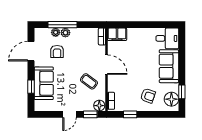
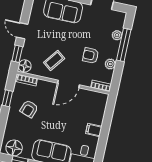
plant: (65, 33) -> (110, 64), moved
filing cabinet: (117, 34) -> (94, 130), moved, width x0.50
armchair: (57, 52) -> (91, 55), moved
armchair: (148, 96) -> (29, 109), moved

